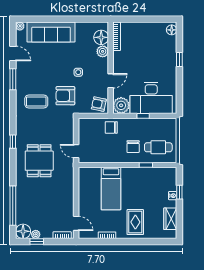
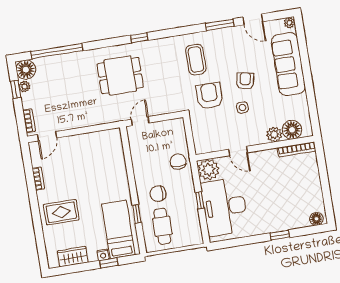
door: (13, 54) -> (253, 19), hinge flipped
armchair: (99, 104) -> (245, 81), moved
bed: (111, 189) -> (118, 229), moved, turned 90

